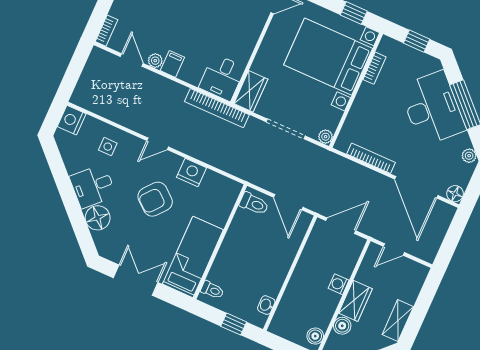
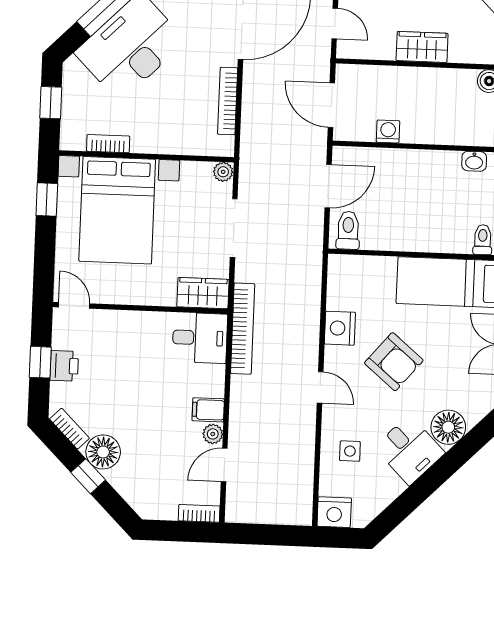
washing machine: (339, 284) -> (388, 131), moved, turned 180
boiler: (342, 326) -> (461, 51), removed

